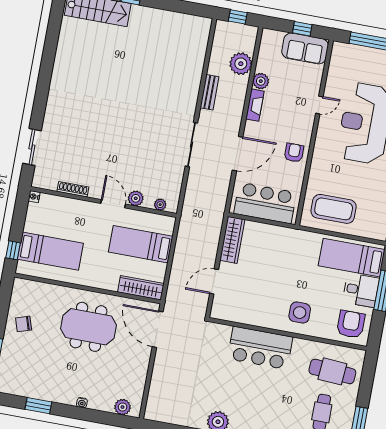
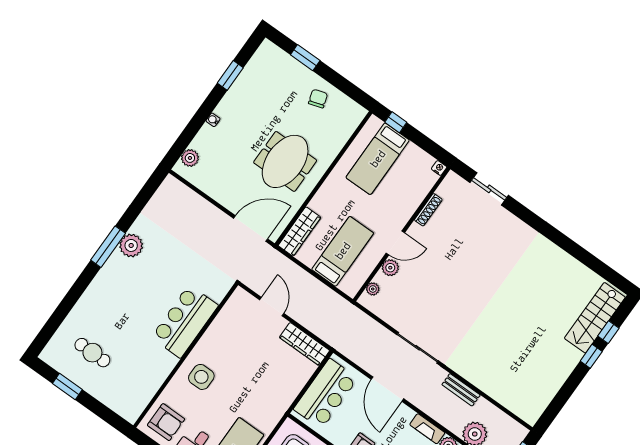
cafe table: (332, 371) -> (128, 382), removed

